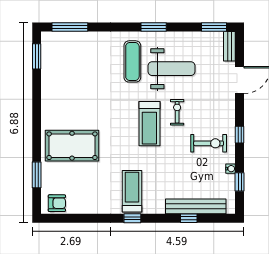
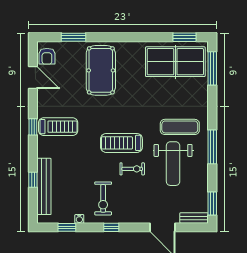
window: (154, 27) -> (212, 147), width x1.44
table tennis table: (63, 66) -> (175, 62), added
door: (80, 218) -> (33, 78), added

